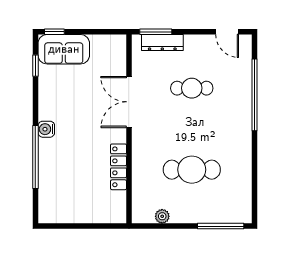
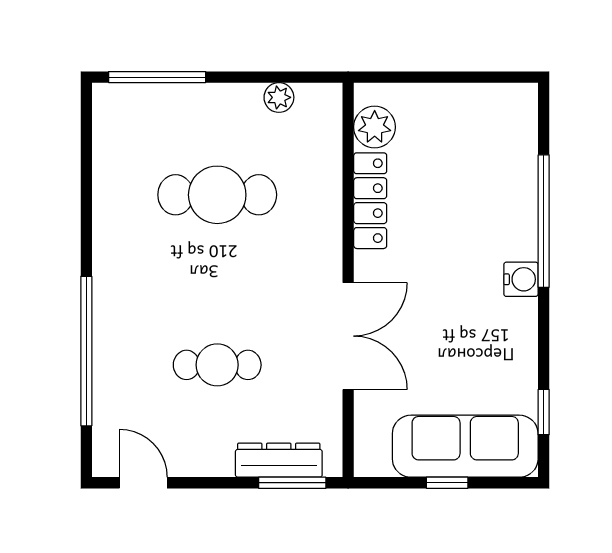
window: (54, 32) -> (447, 483), moved
sofa: (64, 49) -> (465, 446), width x1.36
plant: (116, 202) -> (375, 127), added

